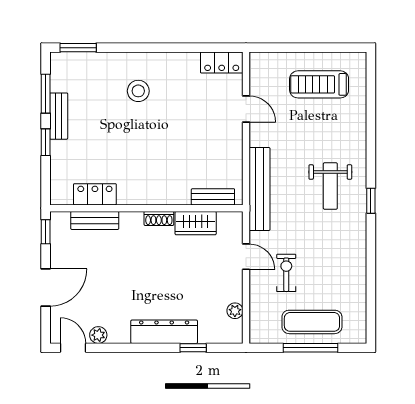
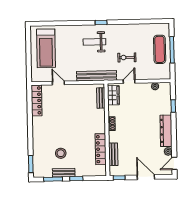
locker: (222, 62) -> (37, 100), width x1.53
treadmill: (319, 84) -> (46, 48), width x1.37, depth x1.38
stool: (138, 91) -> (61, 153), moved
door: (246, 109) -> (58, 83), hinge flipped
weight bench: (330, 186) -> (94, 42), turned 180
locker: (95, 194) -> (101, 149), width x1.53
wardrobe: (196, 223) -> (113, 95), moved
exercise bike: (286, 273) -> (127, 57), moved
dresser: (164, 332) -> (166, 131), moved

